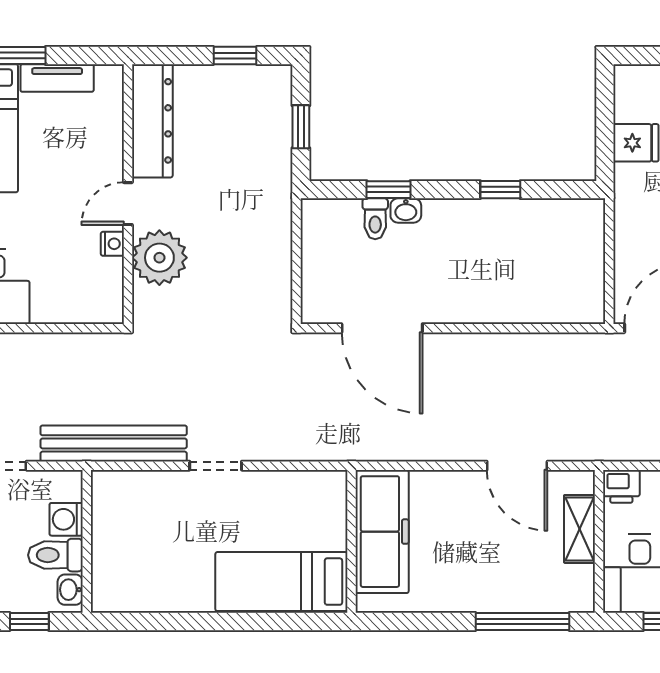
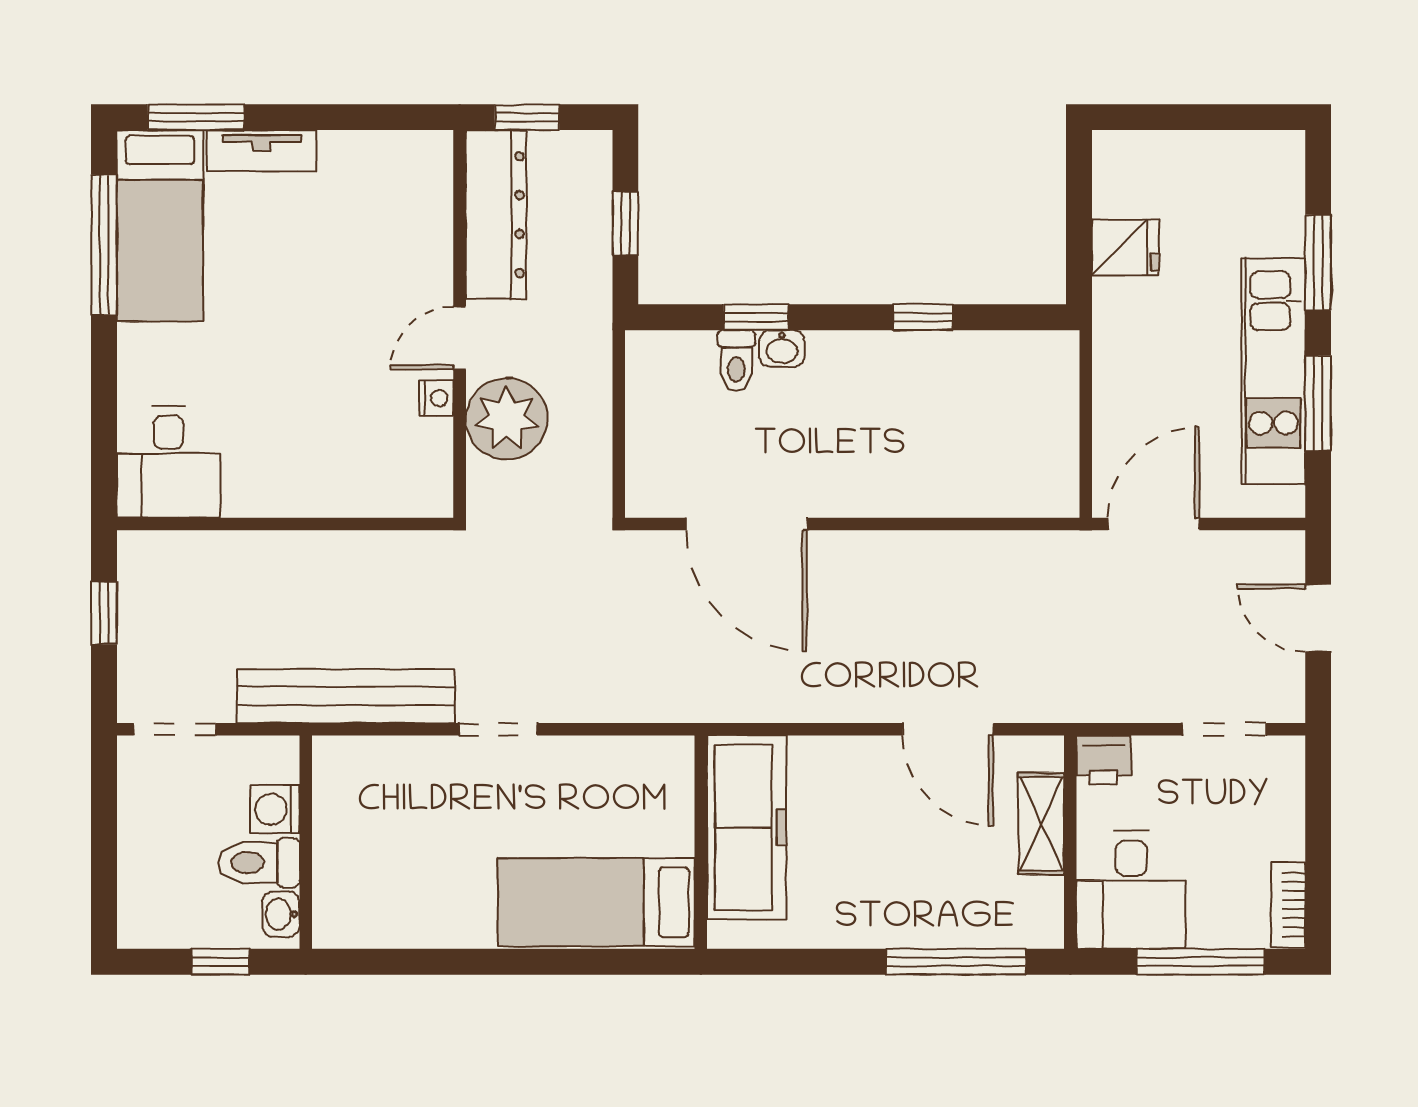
dresser: (152, 121) -> (496, 215), moved
wall: (128, 194) -> (460, 324), moved
door: (128, 204) -> (460, 338), moved
nightstand: (112, 244) -> (436, 398), moved
plant: (159, 258) -> (507, 419), moved

